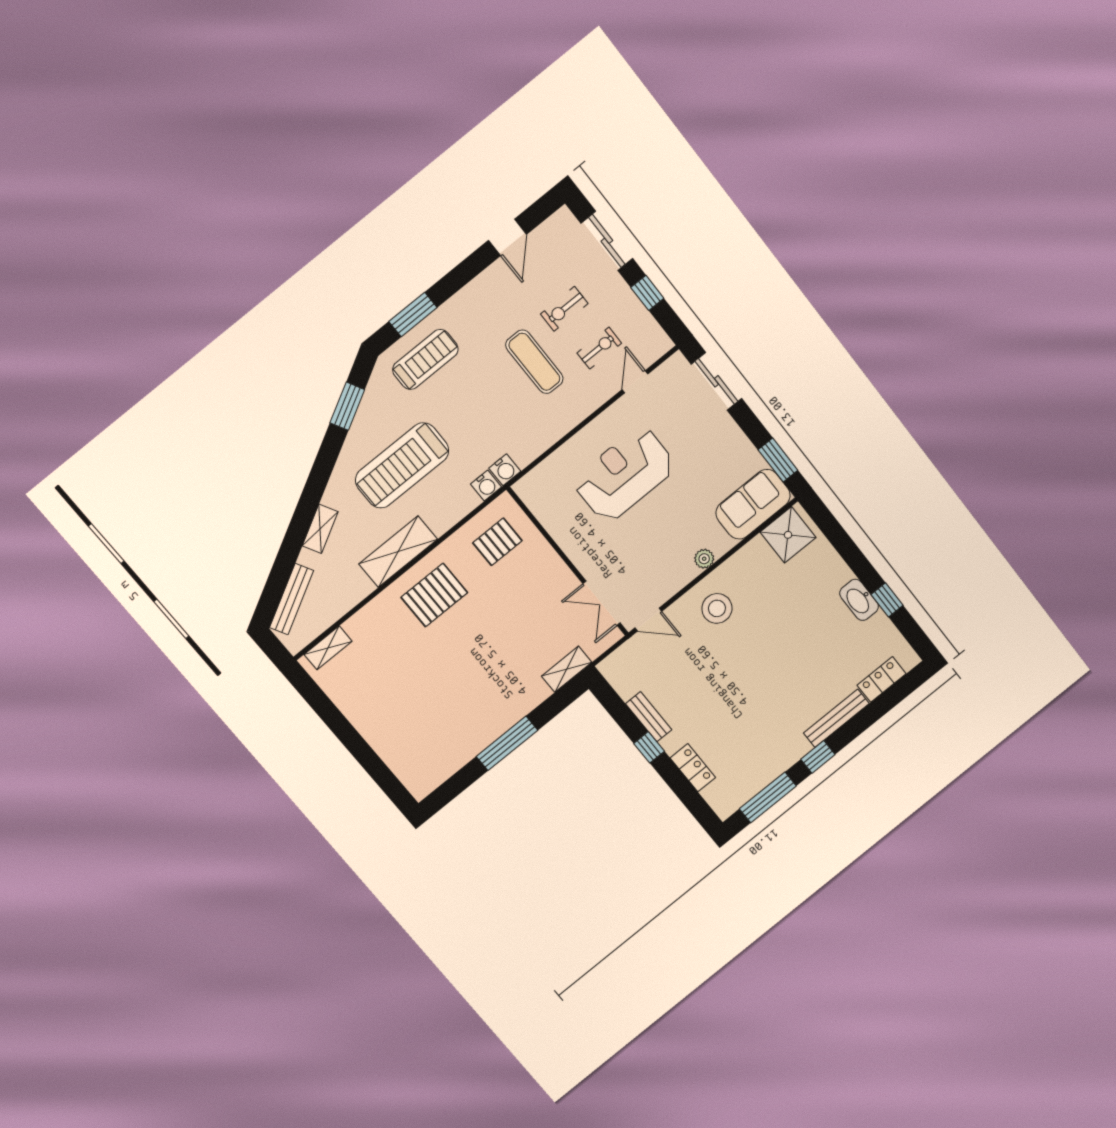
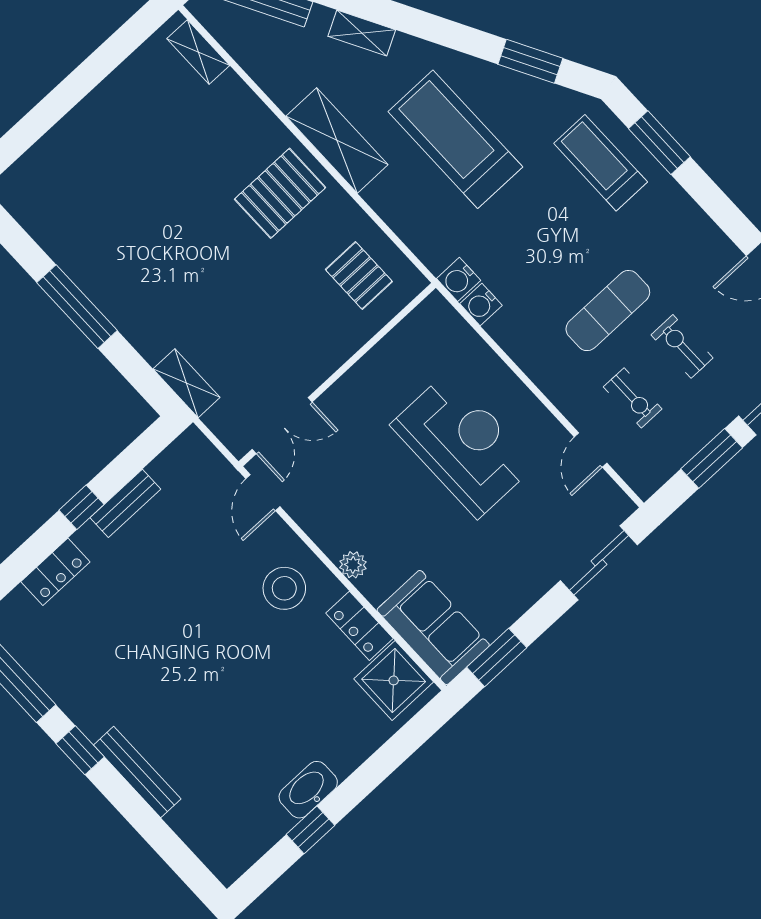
window: (647, 293) -> (712, 458), width x1.50
treadmill: (425, 359) -> (601, 163), turned 180
door: (635, 382) -> (591, 450), swing flipped
water cooler: (486, 486) -> (481, 304), moved
pallet: (434, 595) -> (280, 193), turned 90
double door: (602, 603) -> (282, 426), swing flipped
locker: (882, 680) -> (359, 626), moved, turned 180

